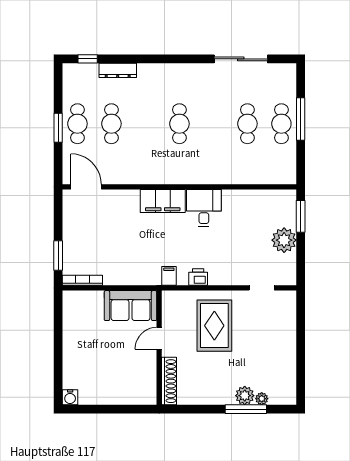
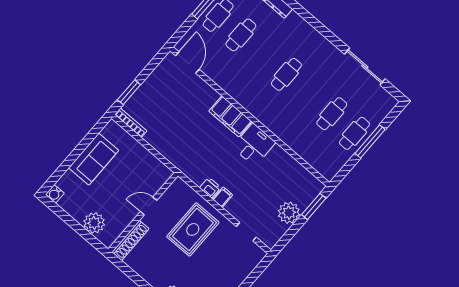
filing cabinet: (169, 276) -> (223, 197), moved
sofa: (131, 306) -> (94, 159), moved, turned -90
plant: (125, 393) -> (94, 223), added

